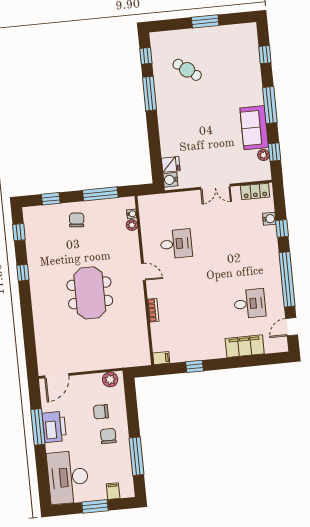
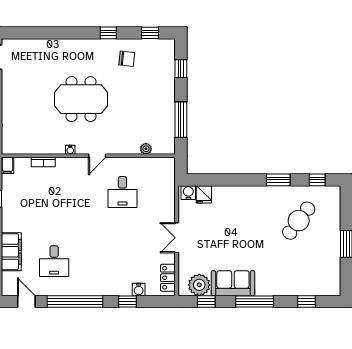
cafe table: (187, 70) -> (299, 221), width x1.37, depth x1.35
window: (149, 94) -> (278, 180), width x0.69
plant: (263, 155) -> (199, 285), width x1.87, depth x1.87
water cooler: (132, 214) -> (70, 150), moved
chair: (77, 220) -> (127, 59), moved
bookcase: (153, 310) -> (43, 162), moved

